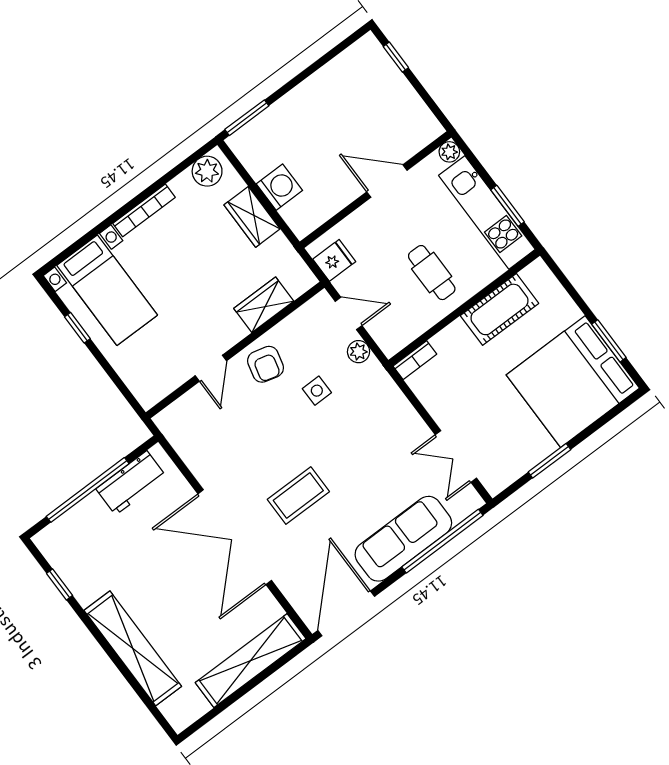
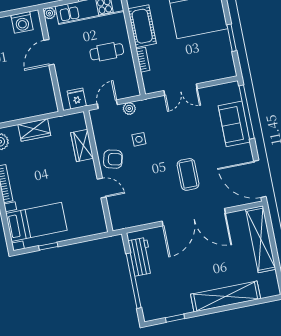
washing machine: (279, 187) -> (22, 22), moved, turned 180
bookcase: (415, 360) -> (143, 60), moved
double door: (456, 456) -> (181, 90), moved
sofa: (403, 539) -> (234, 124), width x0.73

